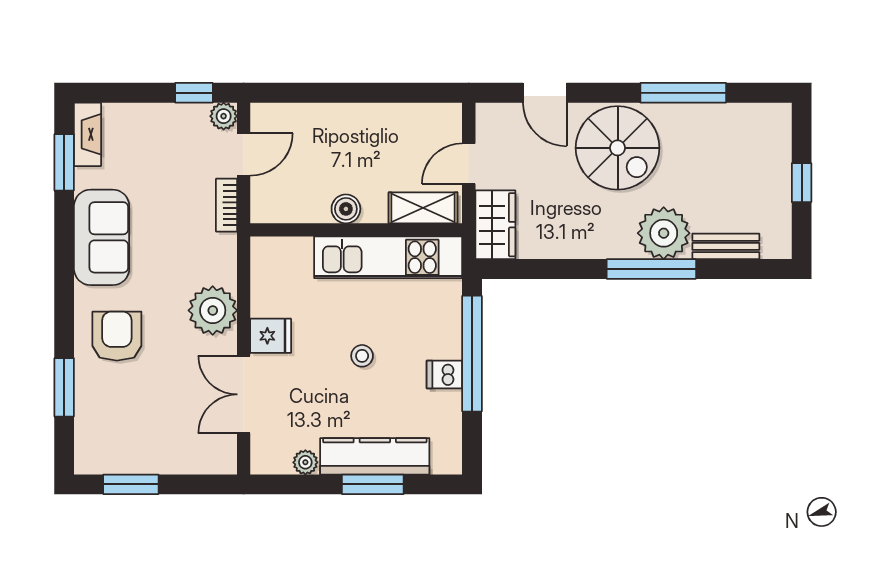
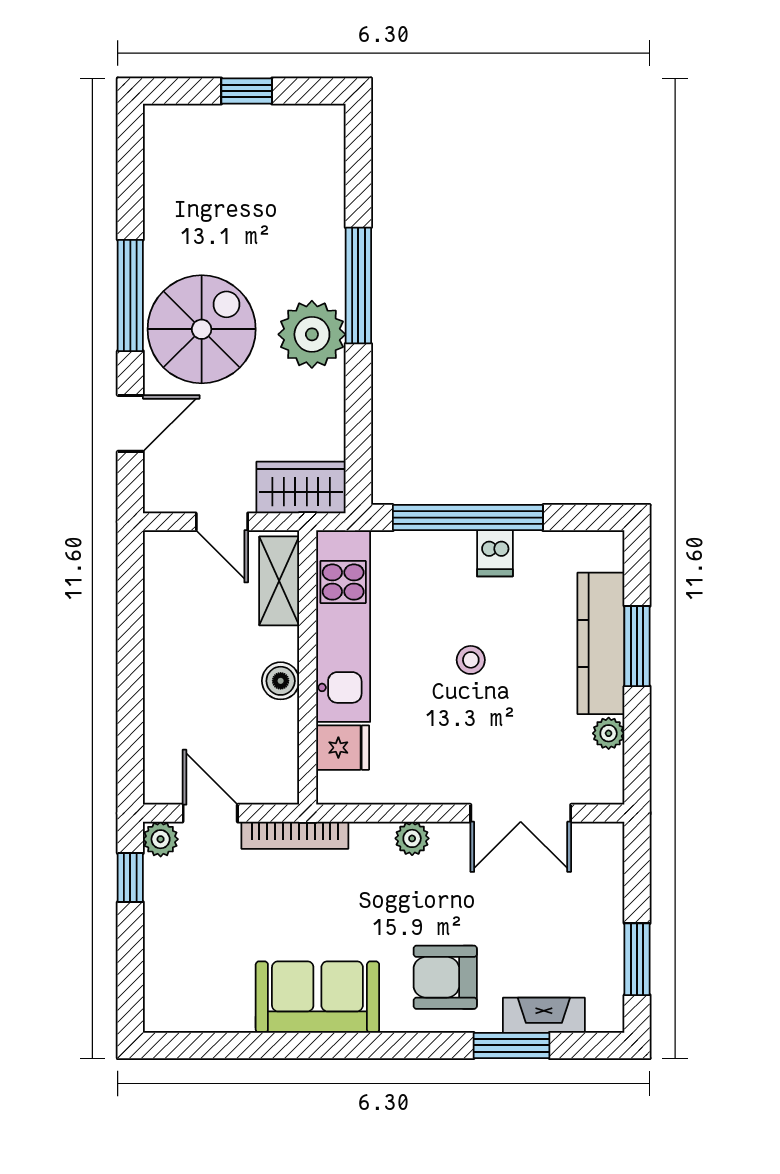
window: (683, 93) -> (130, 295), moved
fireplace: (88, 134) -> (544, 1015), moved
window: (64, 162) -> (220, 1045), removed
bookcase: (227, 205) -> (295, 835), width x1.56
plant: (664, 233) -> (312, 334), moved
bench: (726, 246) -> (329, 189), removed
plant: (213, 310) -> (412, 838), width x0.53, depth x0.53
fridge: (271, 336) -> (343, 748), moved, turned 90

